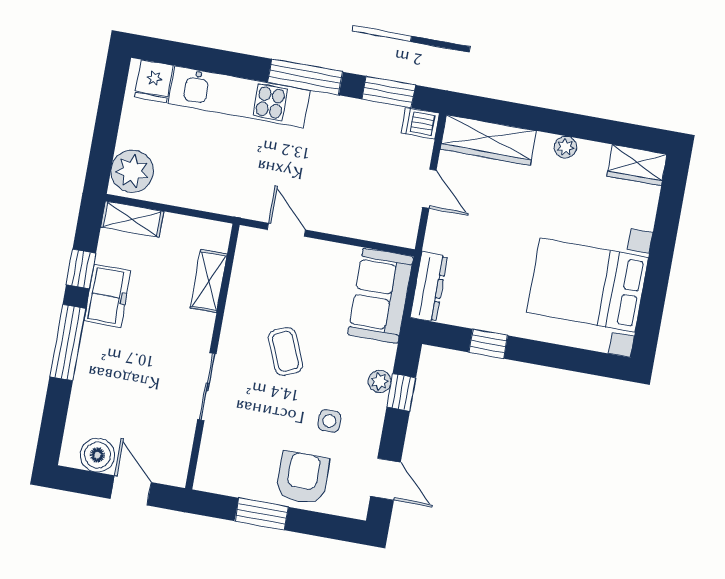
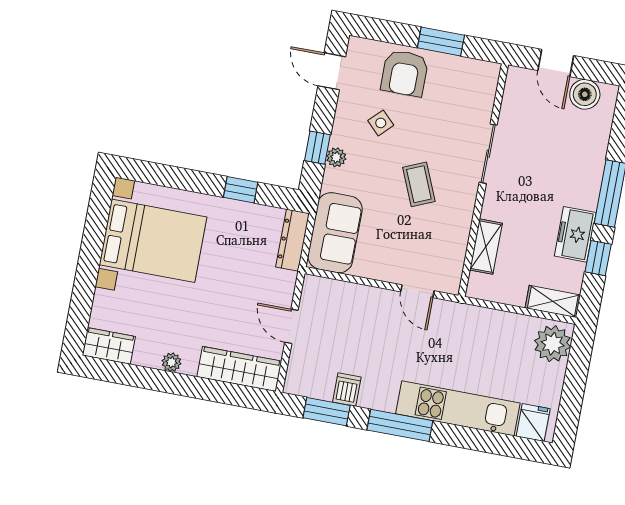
dishwasher: (420, 123) -> (347, 390), moved, turned -90
side table: (329, 421) -> (381, 123), turned 45

